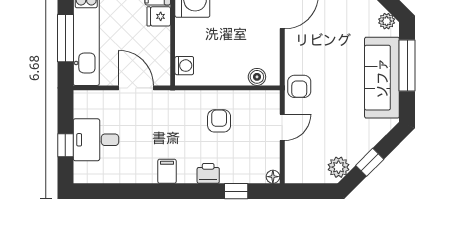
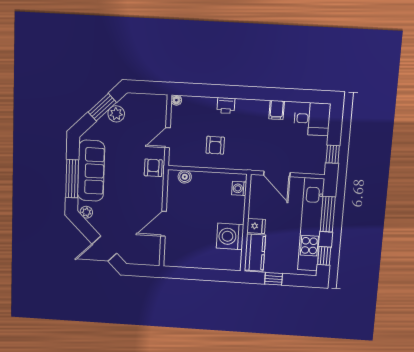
desk: (96, 140) -> (312, 119), moved
window: (65, 145) -> (333, 154), moved
window: (370, 162) -> (102, 107), width x1.50
plant: (339, 167) -> (116, 114), moved
filing cabinet: (167, 171) -> (277, 110), moved
window: (236, 191) -> (205, 90), removed

